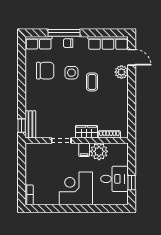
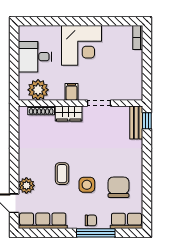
chair: (45, 71) -> (118, 187), turned 90
plant: (99, 151) -> (38, 90), moved
window: (132, 183) -> (14, 52), removed

